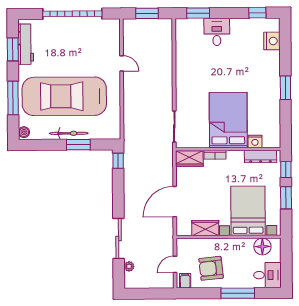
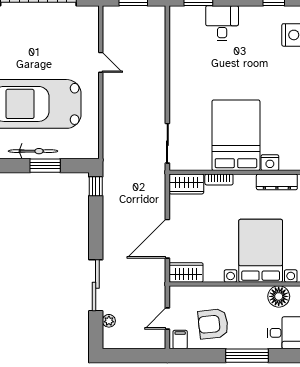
wardrobe: (205, 228) -> (186, 272), moved

